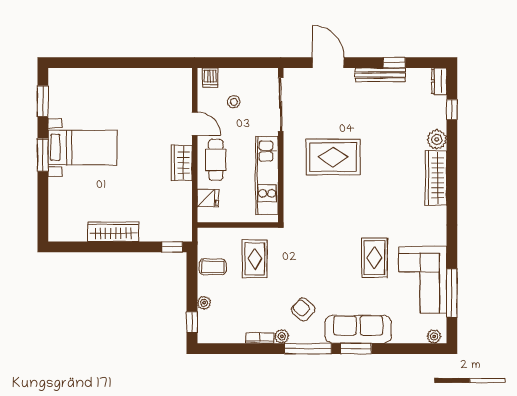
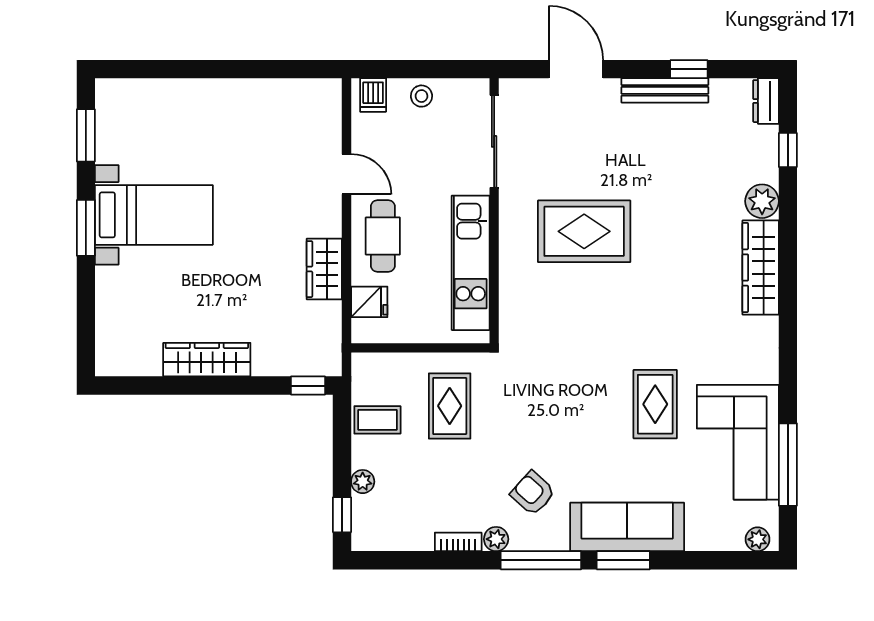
stool: (234, 102) -> (422, 96), moved
wardrobe: (182, 163) -> (324, 269), moved

